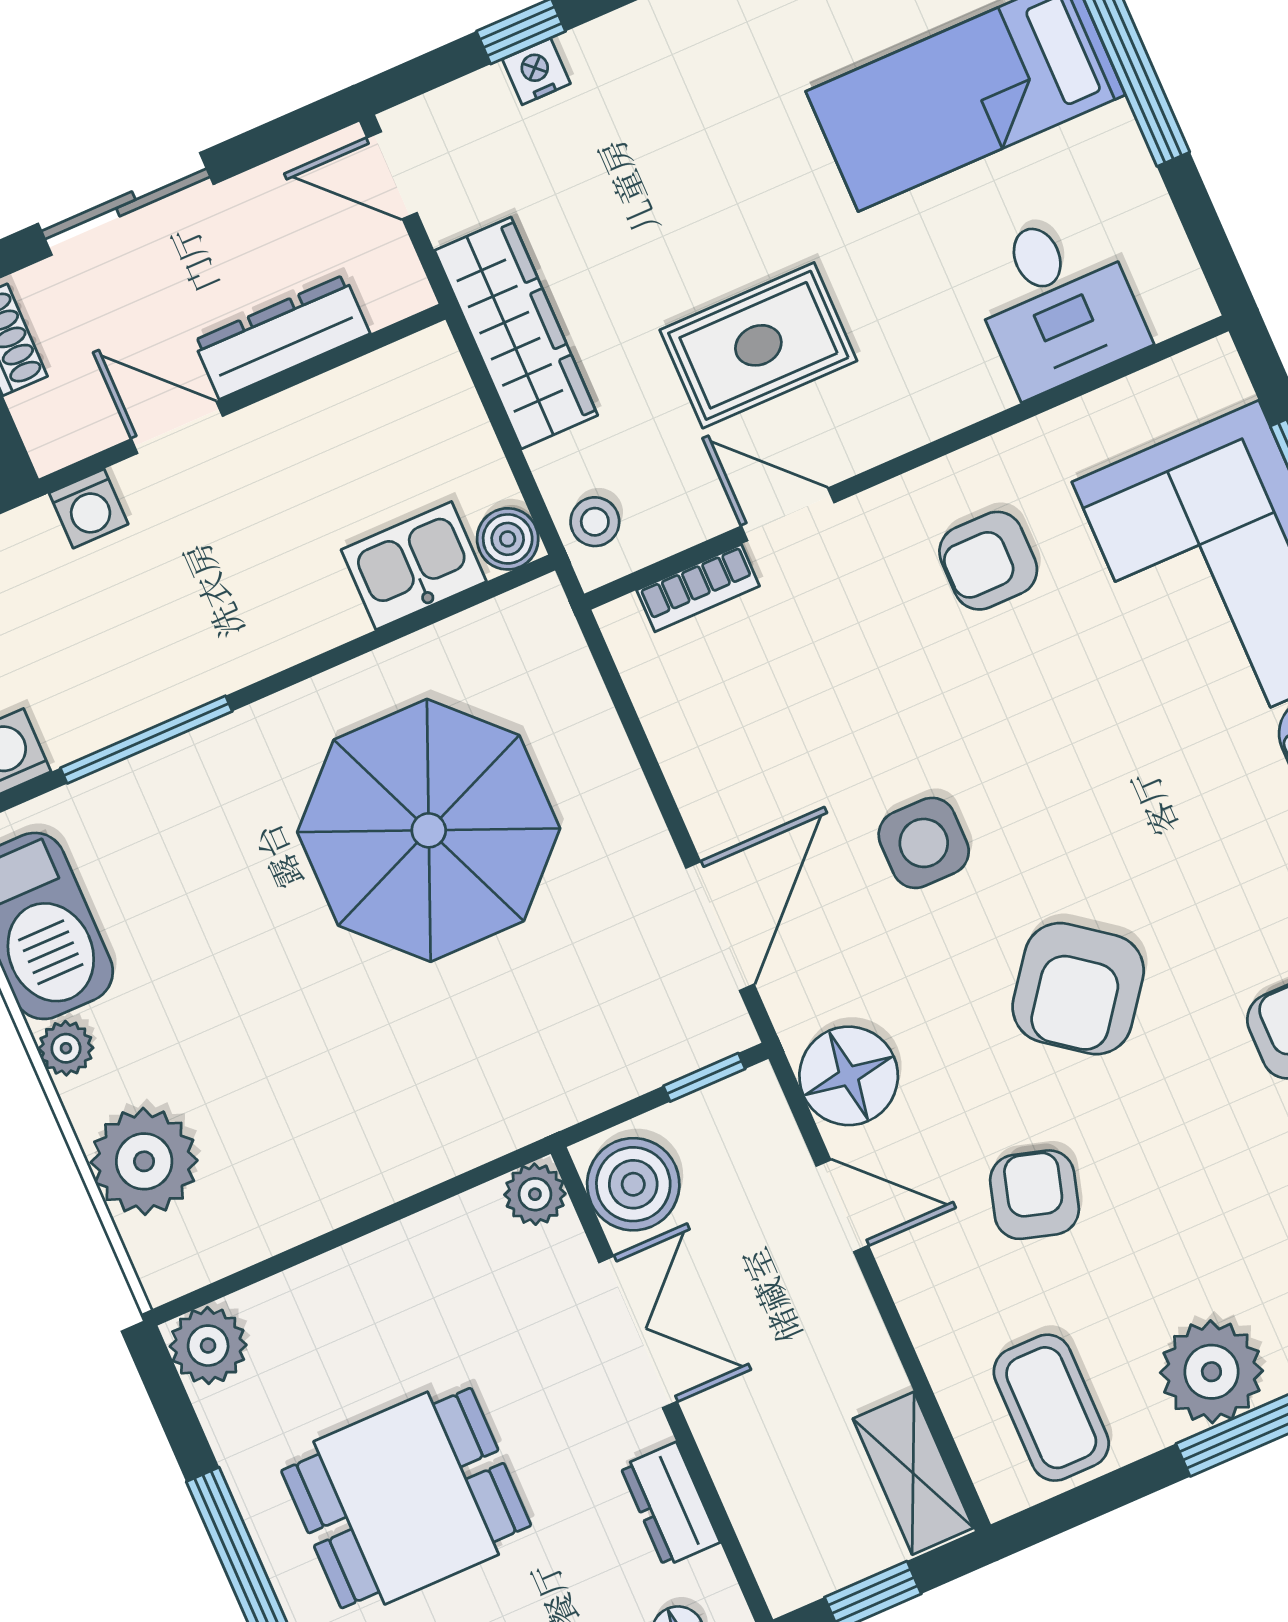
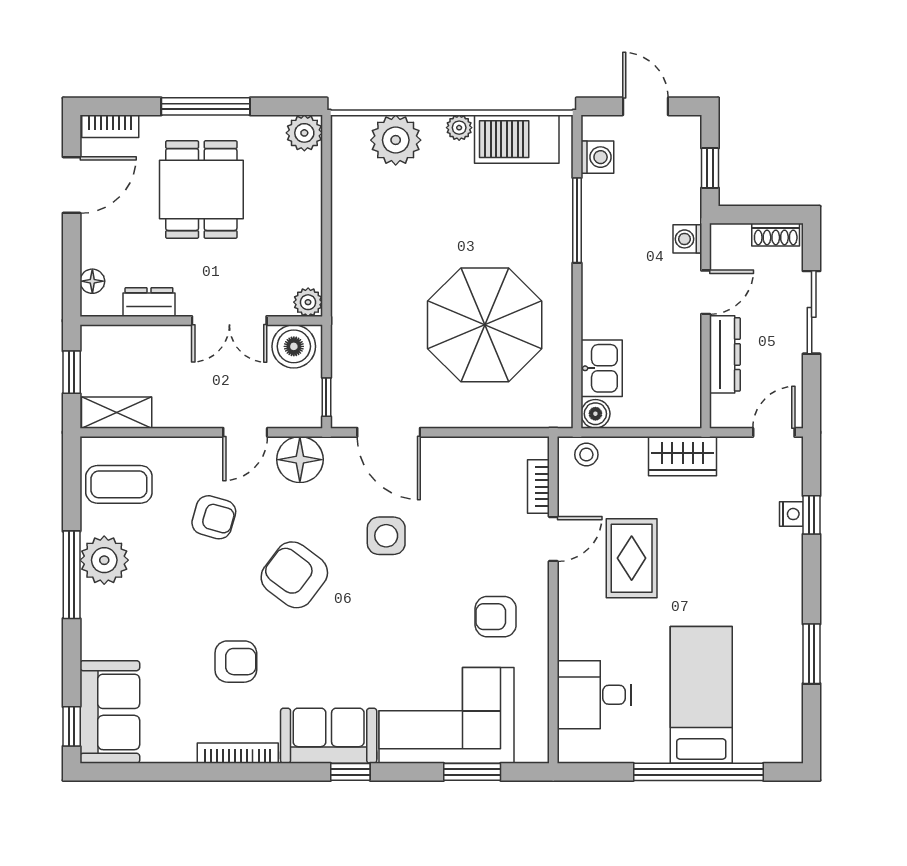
wardrobe: (516, 333) -> (683, 456), width x0.67
armchair: (988, 561) -> (496, 617), turned -90

